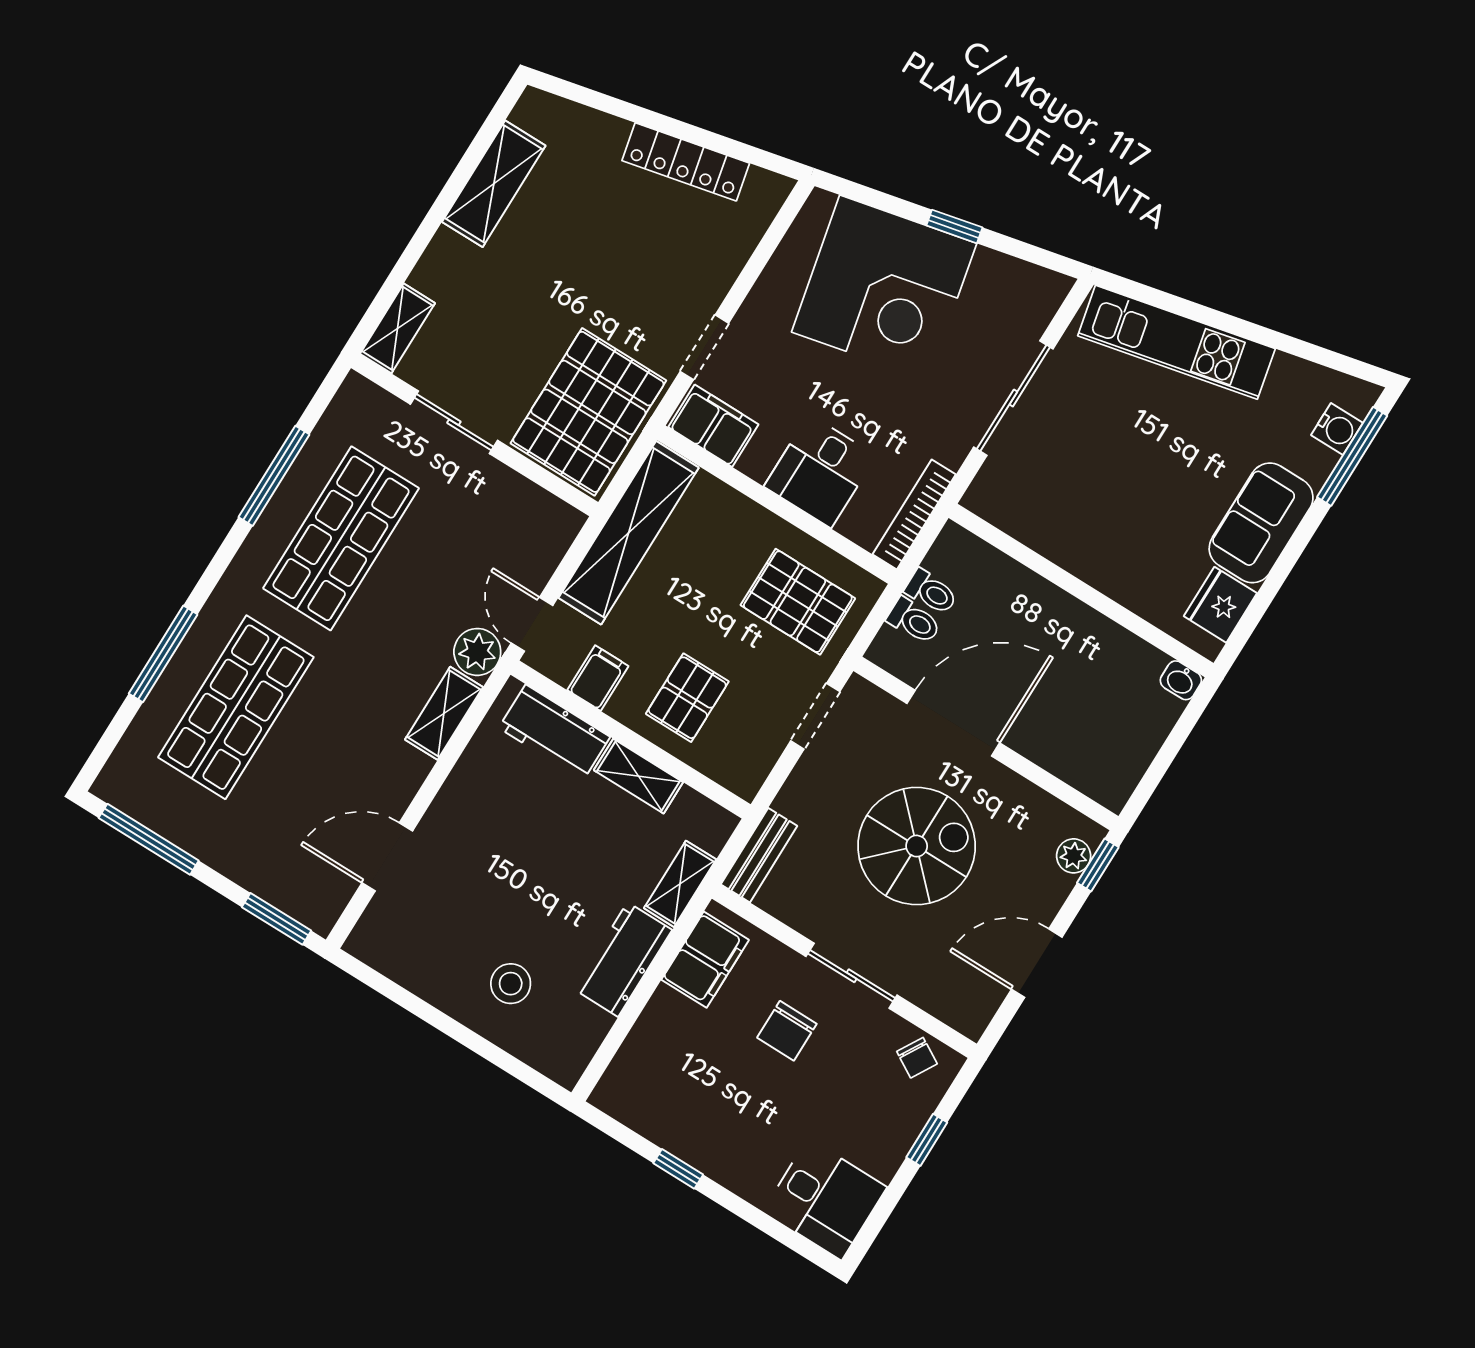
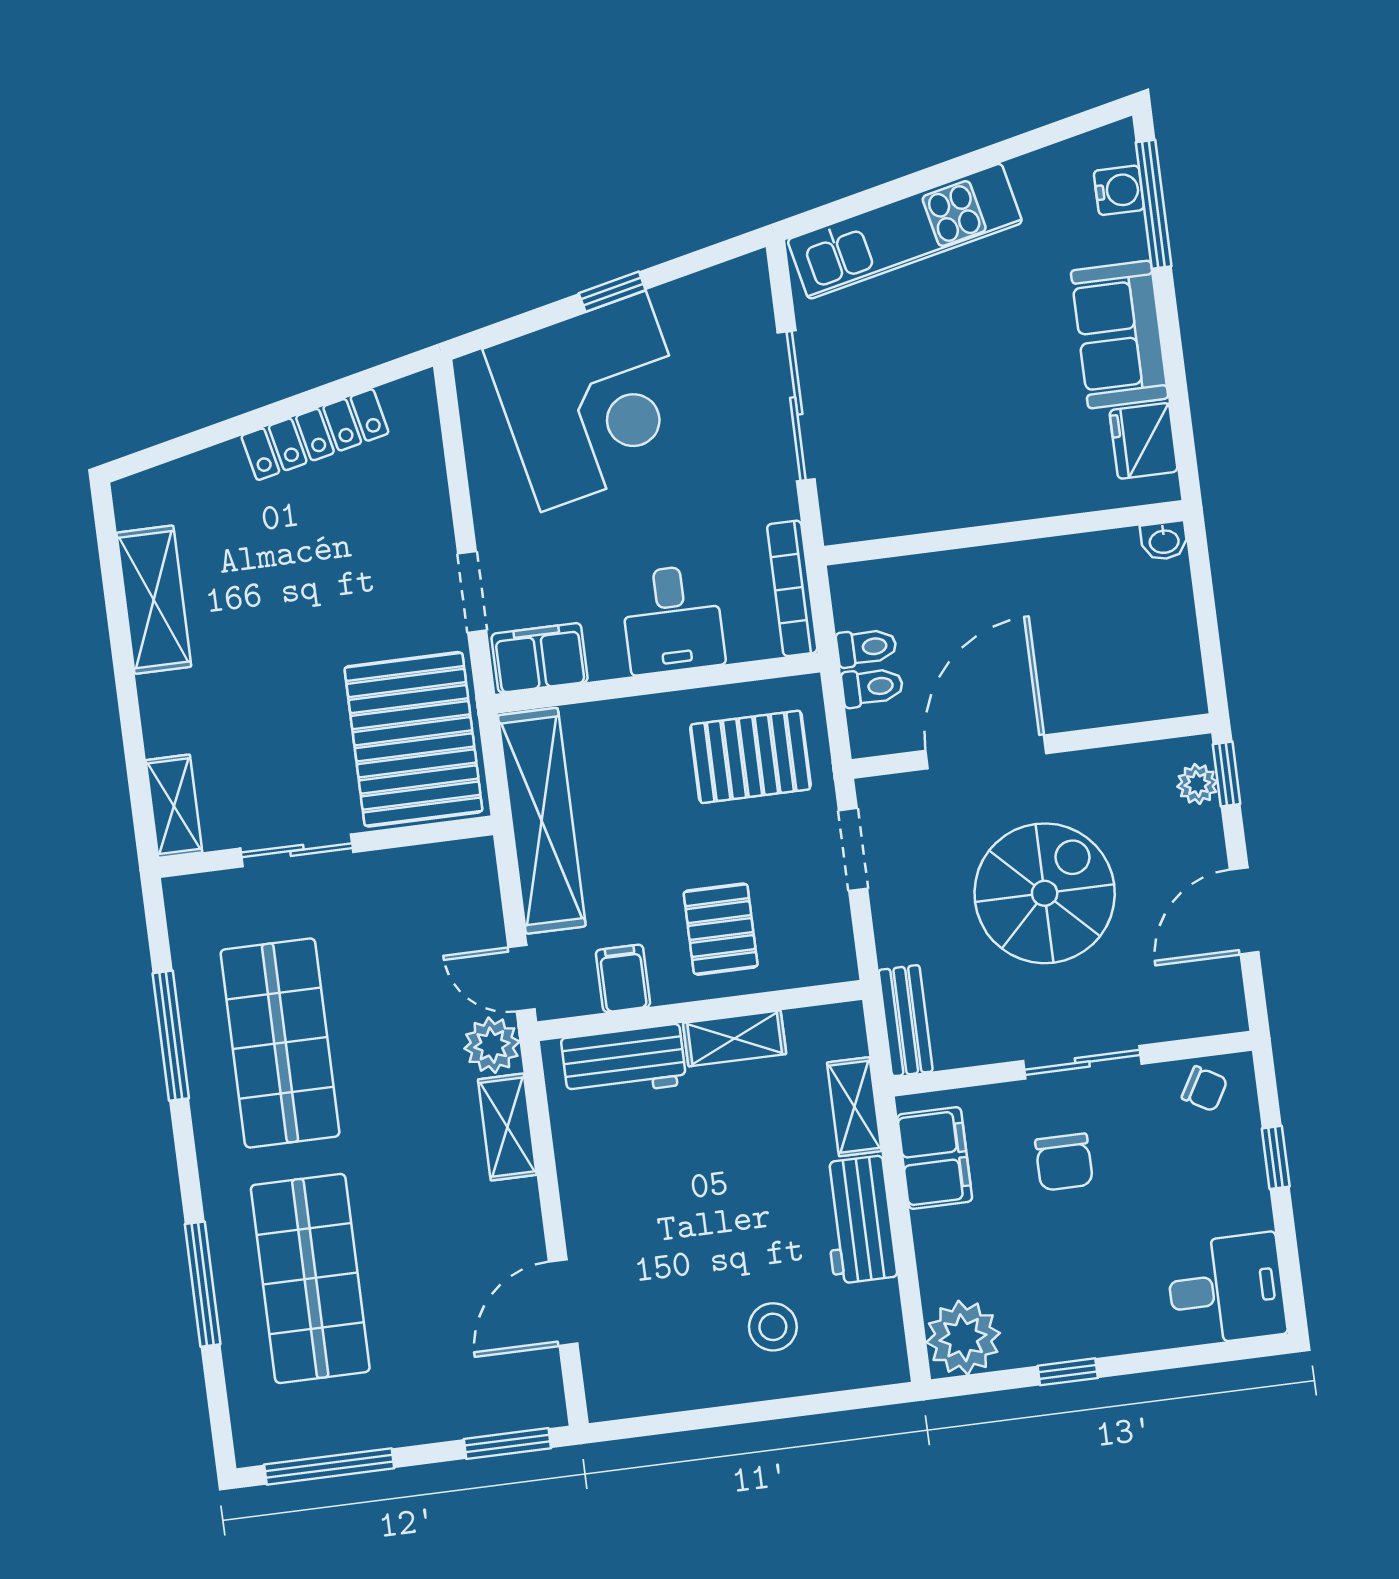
plant: (628, 1091) -> (963, 1338), added

